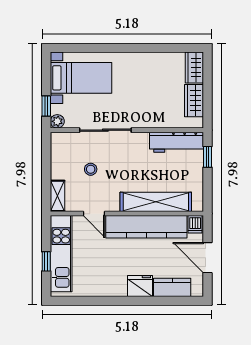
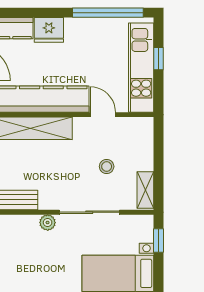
plant: (57, 121) -> (48, 223), moved
shelving: (57, 196) -> (145, 190), moved
window: (90, 301) -> (108, 13), added

